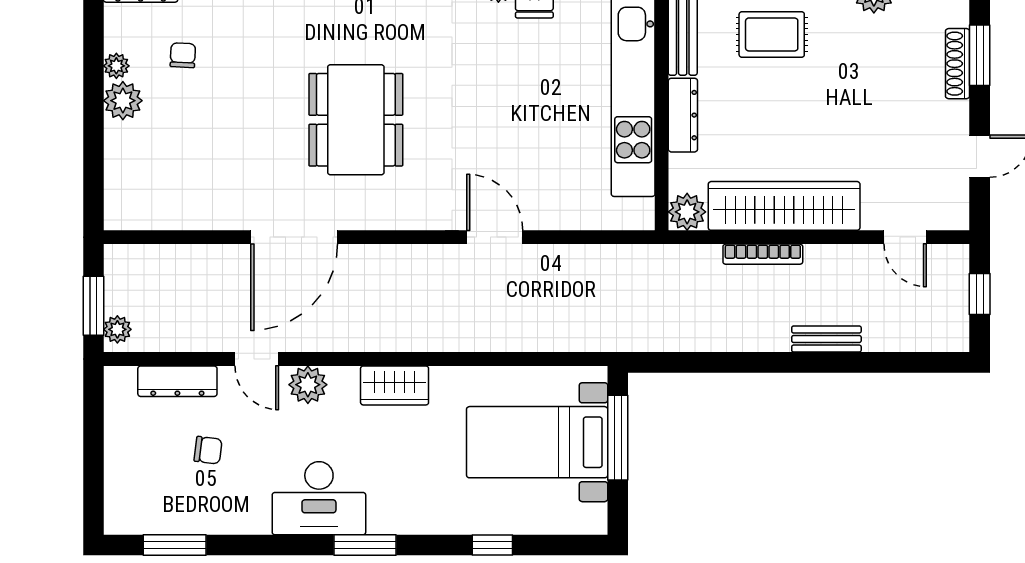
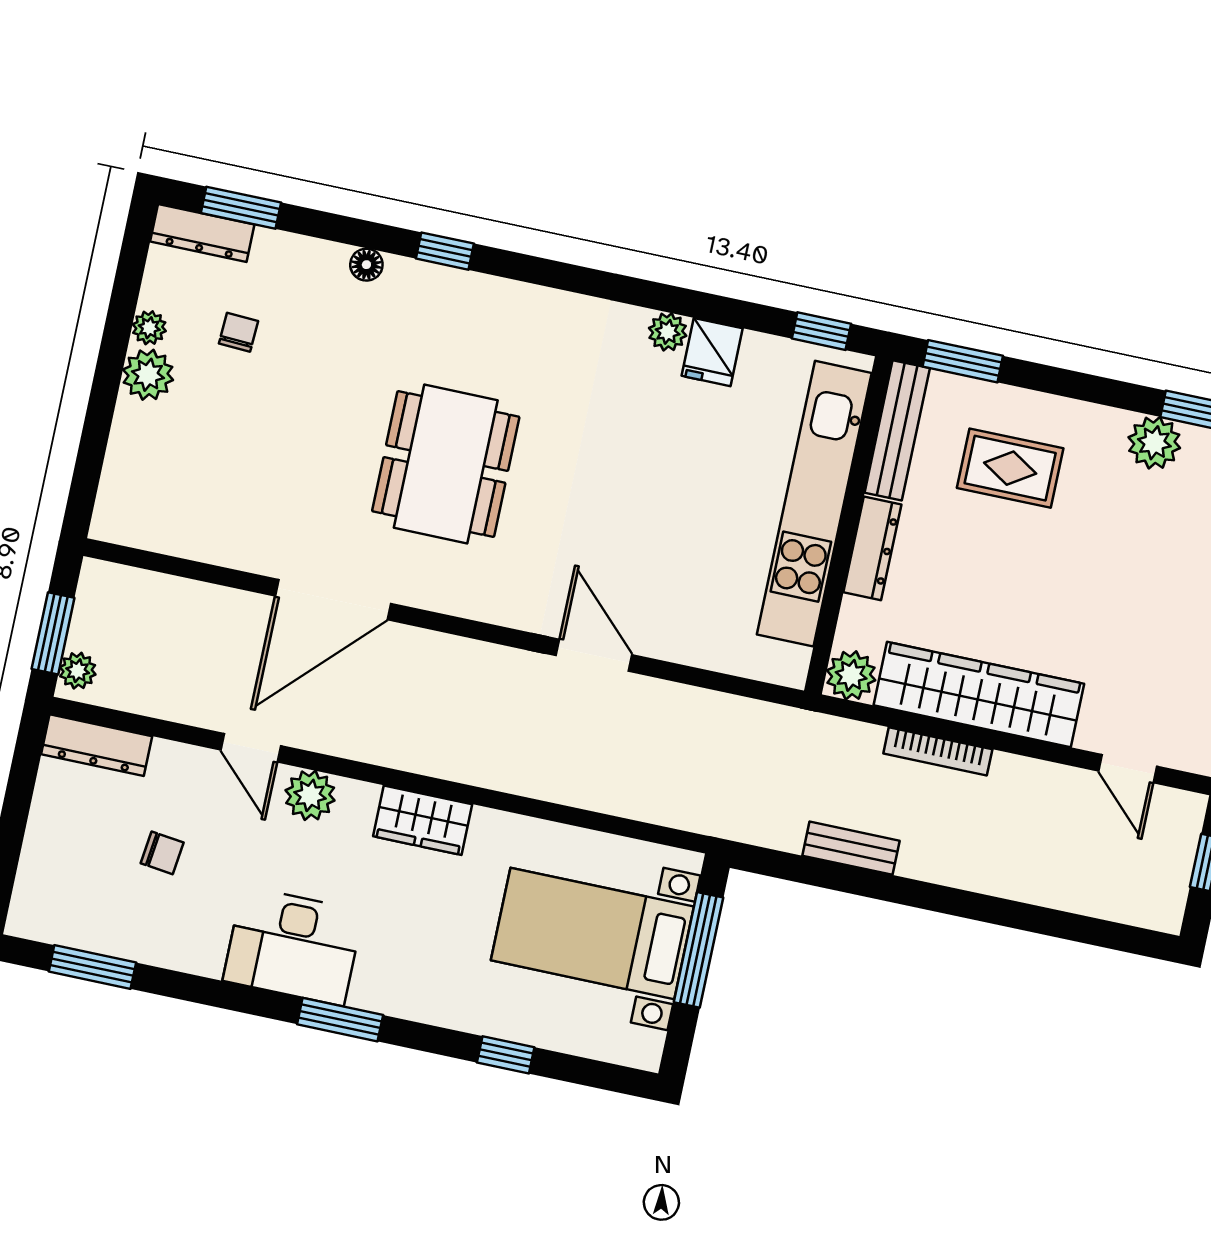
bench: (826, 339) -> (851, 848), moved
dresser: (177, 381) -> (97, 745), moved

